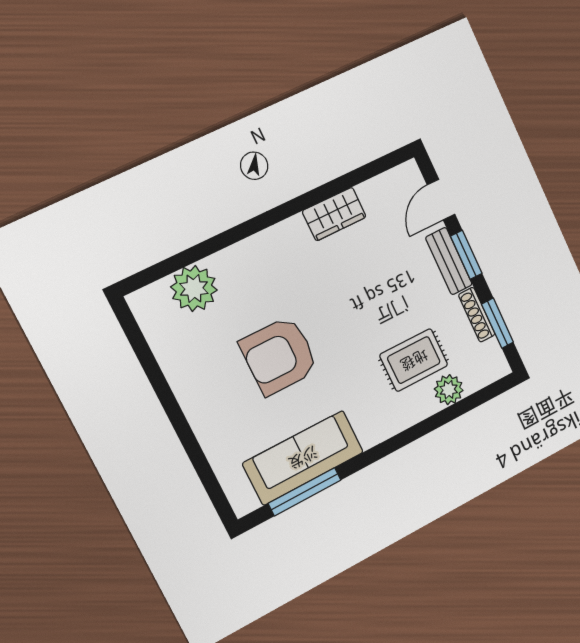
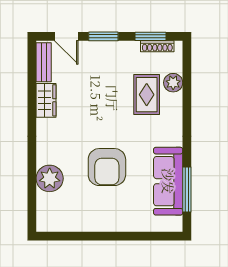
bench: (449, 261) -> (44, 62), moved, turned 90
plant: (194, 288) -> (50, 178), moved
shoe rack: (477, 315) -> (157, 46), moved

